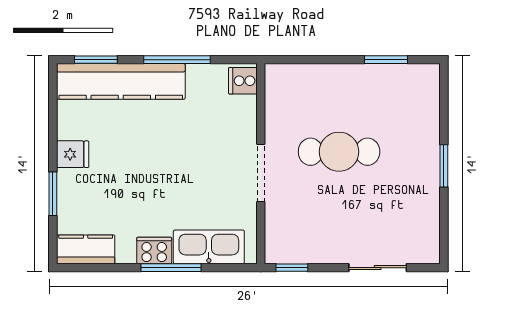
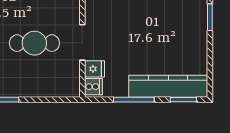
fridge: (73, 154) -> (95, 69), moved, turned 180
doorway: (261, 173) -> (82, 42), moved

